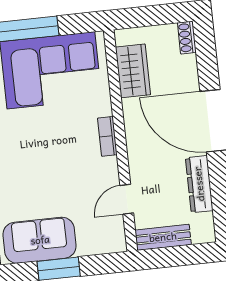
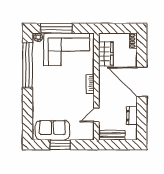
dresser: (199, 184) -> (132, 116), width x0.70

